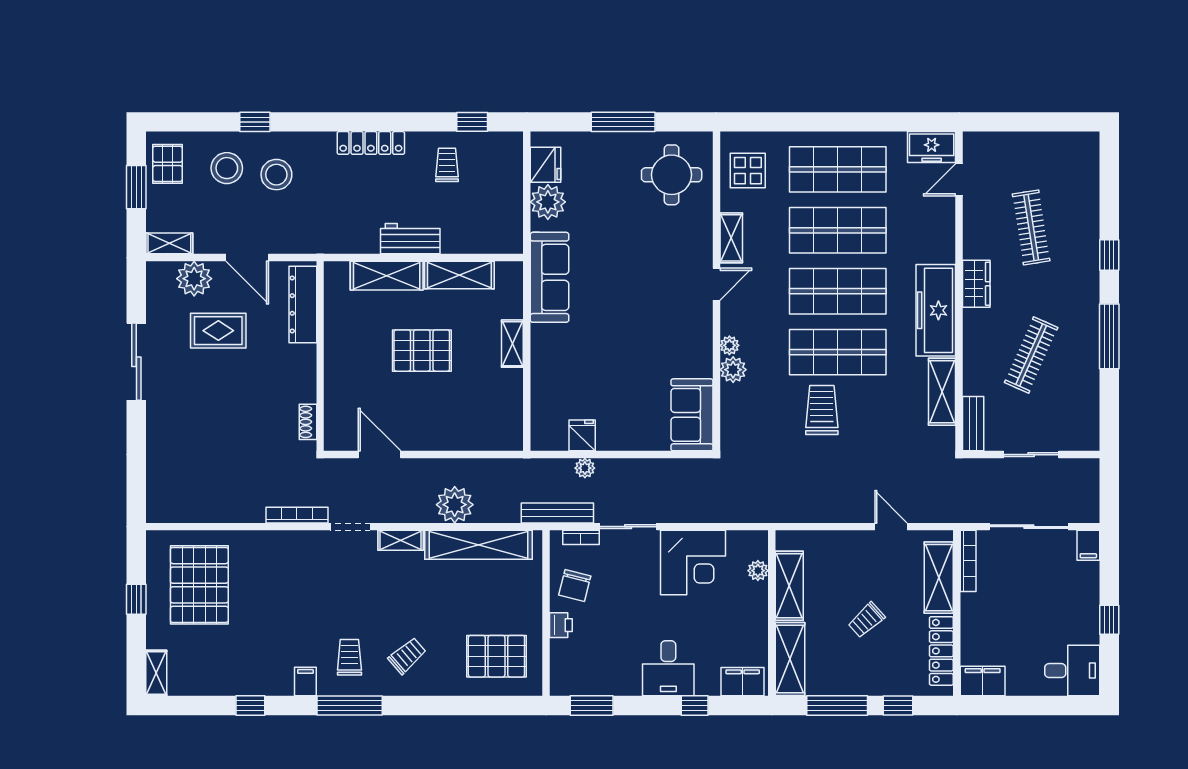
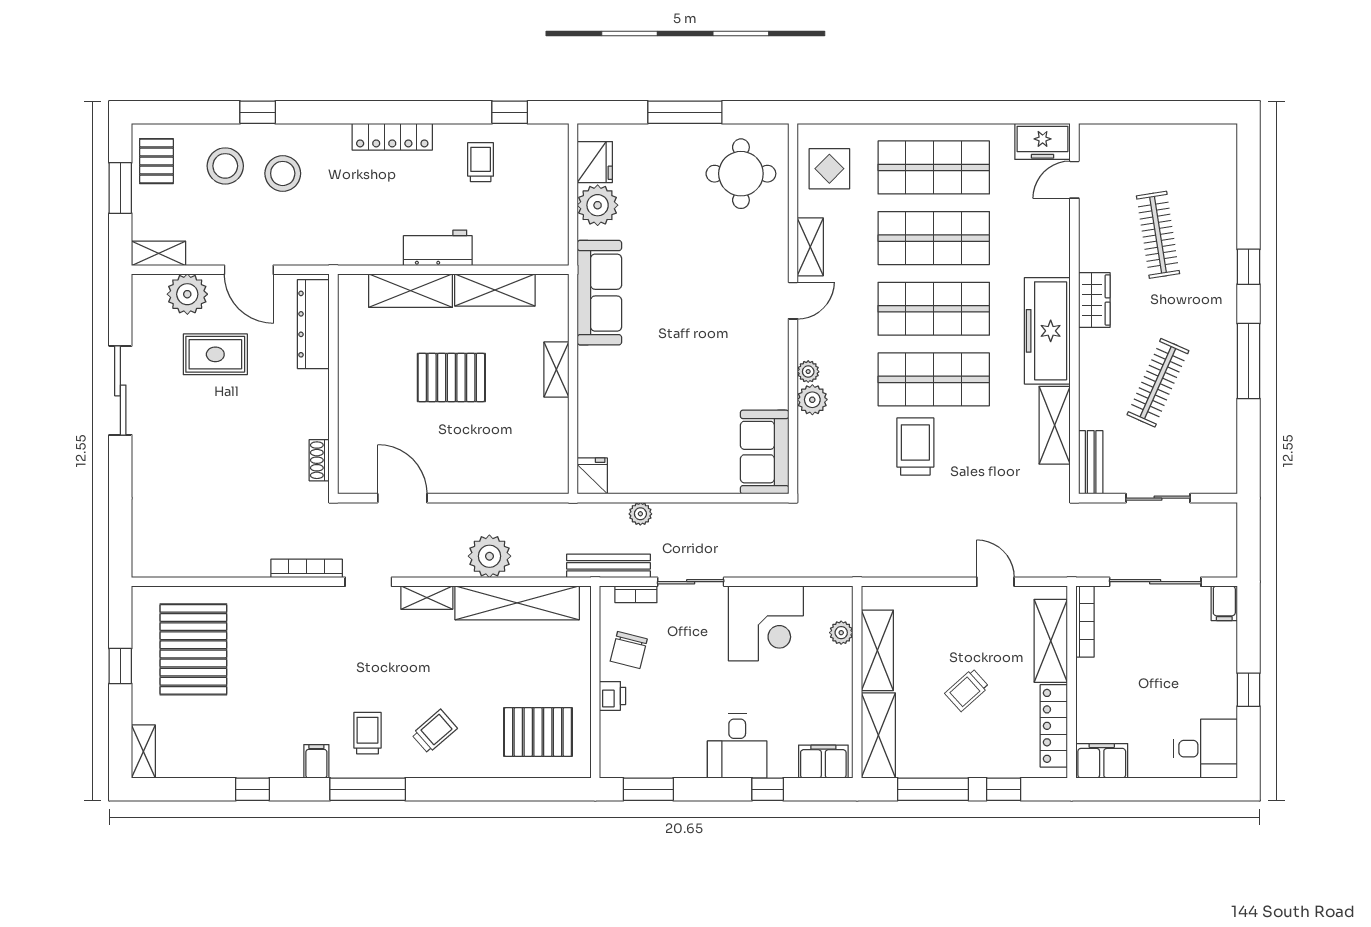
fridge: (582, 435) -> (592, 476), moved

